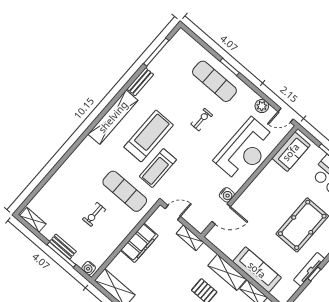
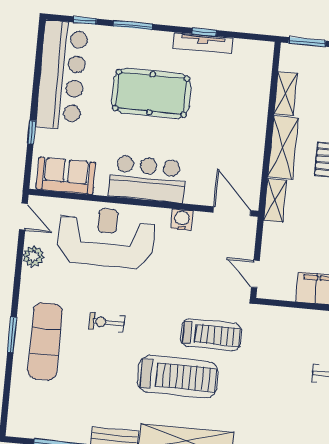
treadmill: (149, 136) -> (178, 377), turned 180
exercise mat: (125, 191) -> (272, 356), removed
bar counter: (260, 192) -> (147, 179), added
door: (221, 214) -> (232, 211), moved
shelving: (190, 238) -> (275, 200), moved
sofa: (257, 270) -> (252, 111), removed

